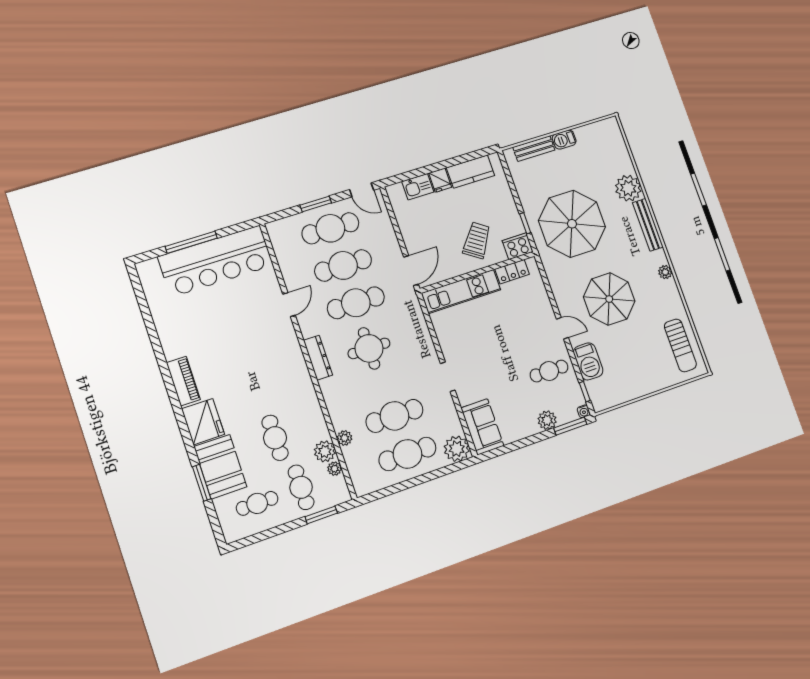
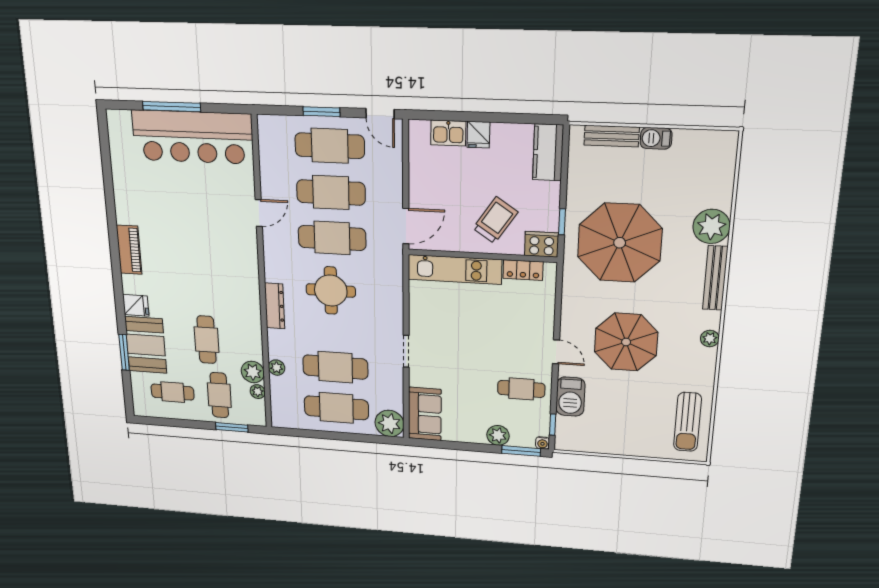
kitchen counter: (470, 172) -> (548, 152), moved, turned 90
dresser: (318, 358) -> (275, 306), moved
fridge: (203, 422) -> (136, 305), width x0.53, depth x0.75

